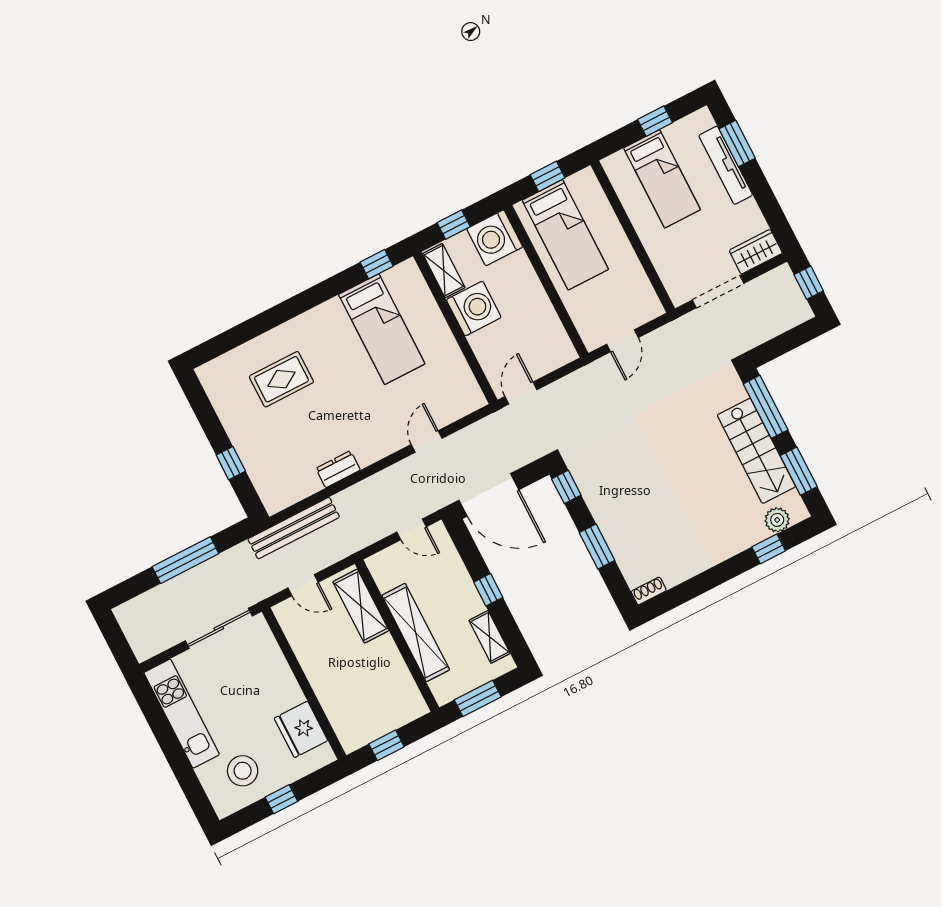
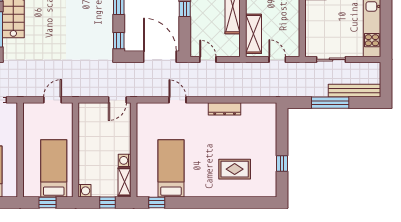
washing machine: (495, 238) -> (85, 191), width x0.53, depth x0.53
washing machine: (474, 309) -> (125, 160), width x0.53, depth x0.53
door: (427, 441) -> (177, 100), swing flipped
window: (231, 463) -> (282, 163), moved
dresser: (338, 469) -> (225, 109), width x1.44
bench: (294, 528) -> (354, 91), moved
sliding door: (219, 628) -> (331, 59), width x0.73

